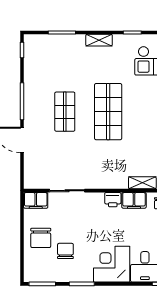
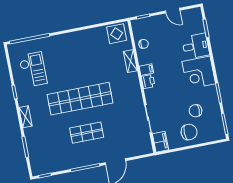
shop shelf: (108, 112) -> (80, 99), width x1.40
filing cabinet: (134, 200) -> (146, 70), width x0.50

